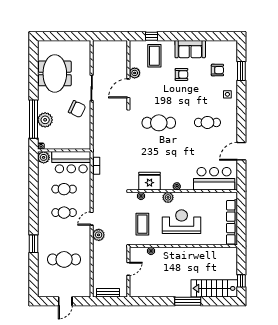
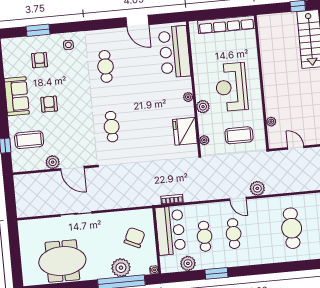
chair: (77, 109) -> (135, 238), moved
cafe table: (159, 123) -> (112, 127), width x0.73, depth x0.74
plant: (44, 157) -> (188, 263), moved
window: (33, 244) -> (216, 273), moved

